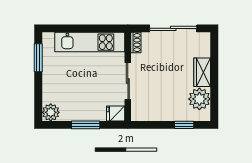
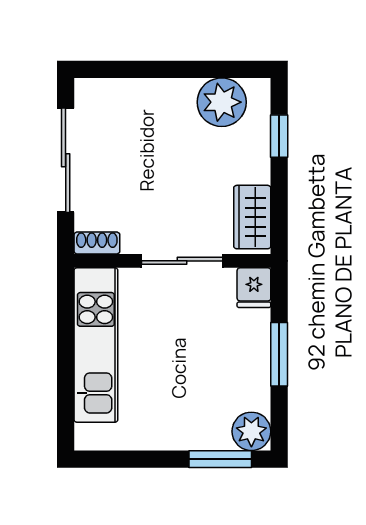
window: (38, 58) -> (220, 459), moved
wardrobe: (202, 72) -> (252, 217), moved, turned 90

